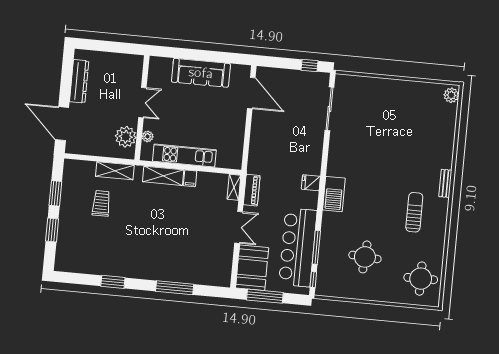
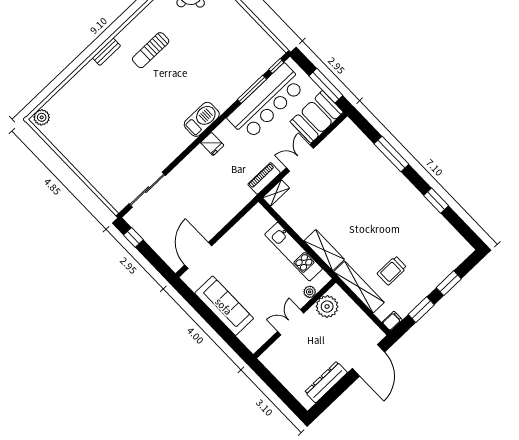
shelving: (115, 171) -> (359, 287), width x1.47
filing cabinet: (190, 178) -> (392, 321), moved
round table: (365, 257) -> (220, 49), removed

